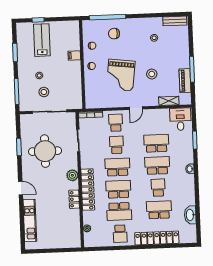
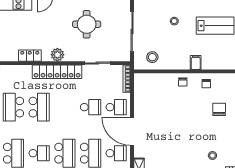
stool: (152, 74) -> (171, 151), removed
grand piano: (121, 75) -> (171, 115), removed
stool: (44, 92) -> (152, 57), moved
door: (136, 108) -> (132, 131), width x1.88
round table: (45, 151) -> (87, 24), width x0.73, depth x0.73
school desk: (117, 167) -> (116, 153), moved, width x0.54
locker: (88, 190) -> (57, 72), moved

